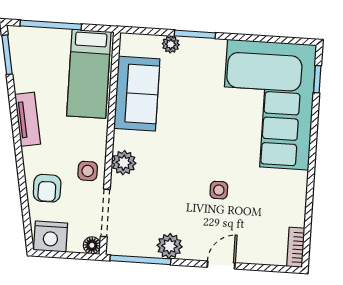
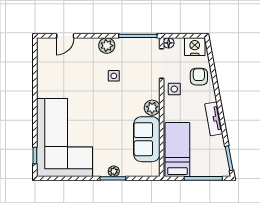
plant: (171, 44) -> (114, 171), moved
plant: (124, 163) -> (152, 108), moved
side table: (219, 190) -> (114, 76), moved
plant: (170, 246) -> (107, 46), moved
bookcase: (296, 247) -> (42, 50), removed
door: (221, 265) -> (65, 36), moved

